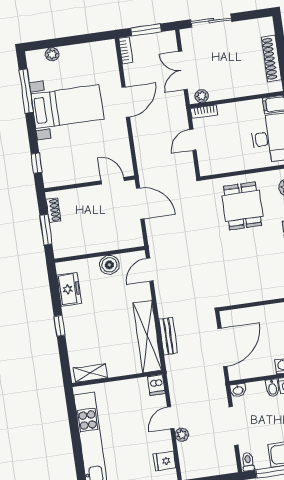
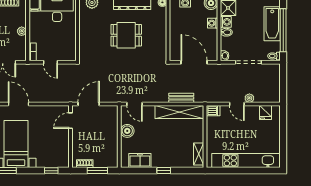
plant: (202, 96) -> (22, 31), moved
dining table: (242, 206) -> (126, 35), moved

